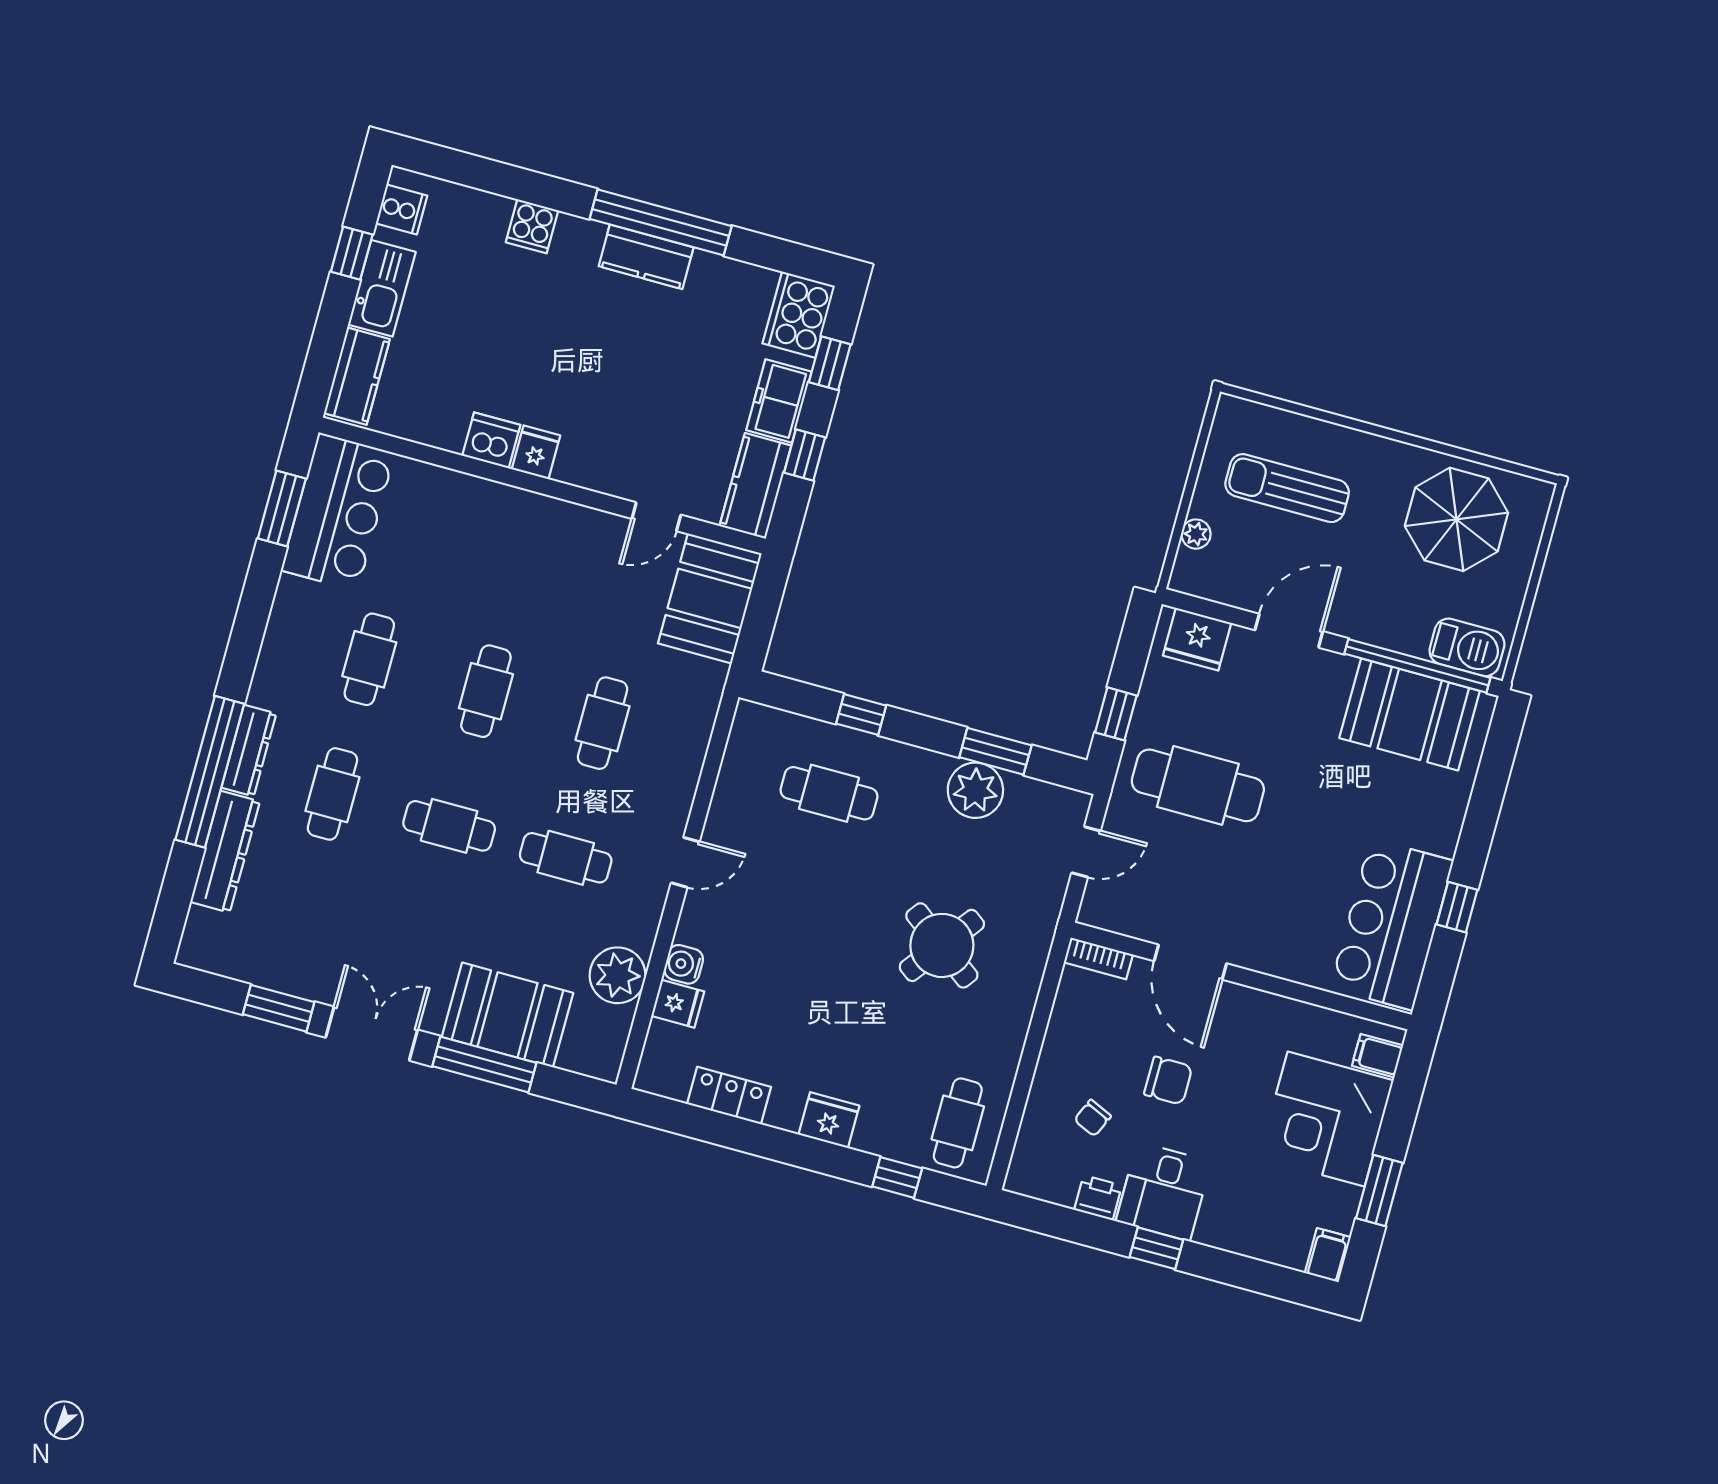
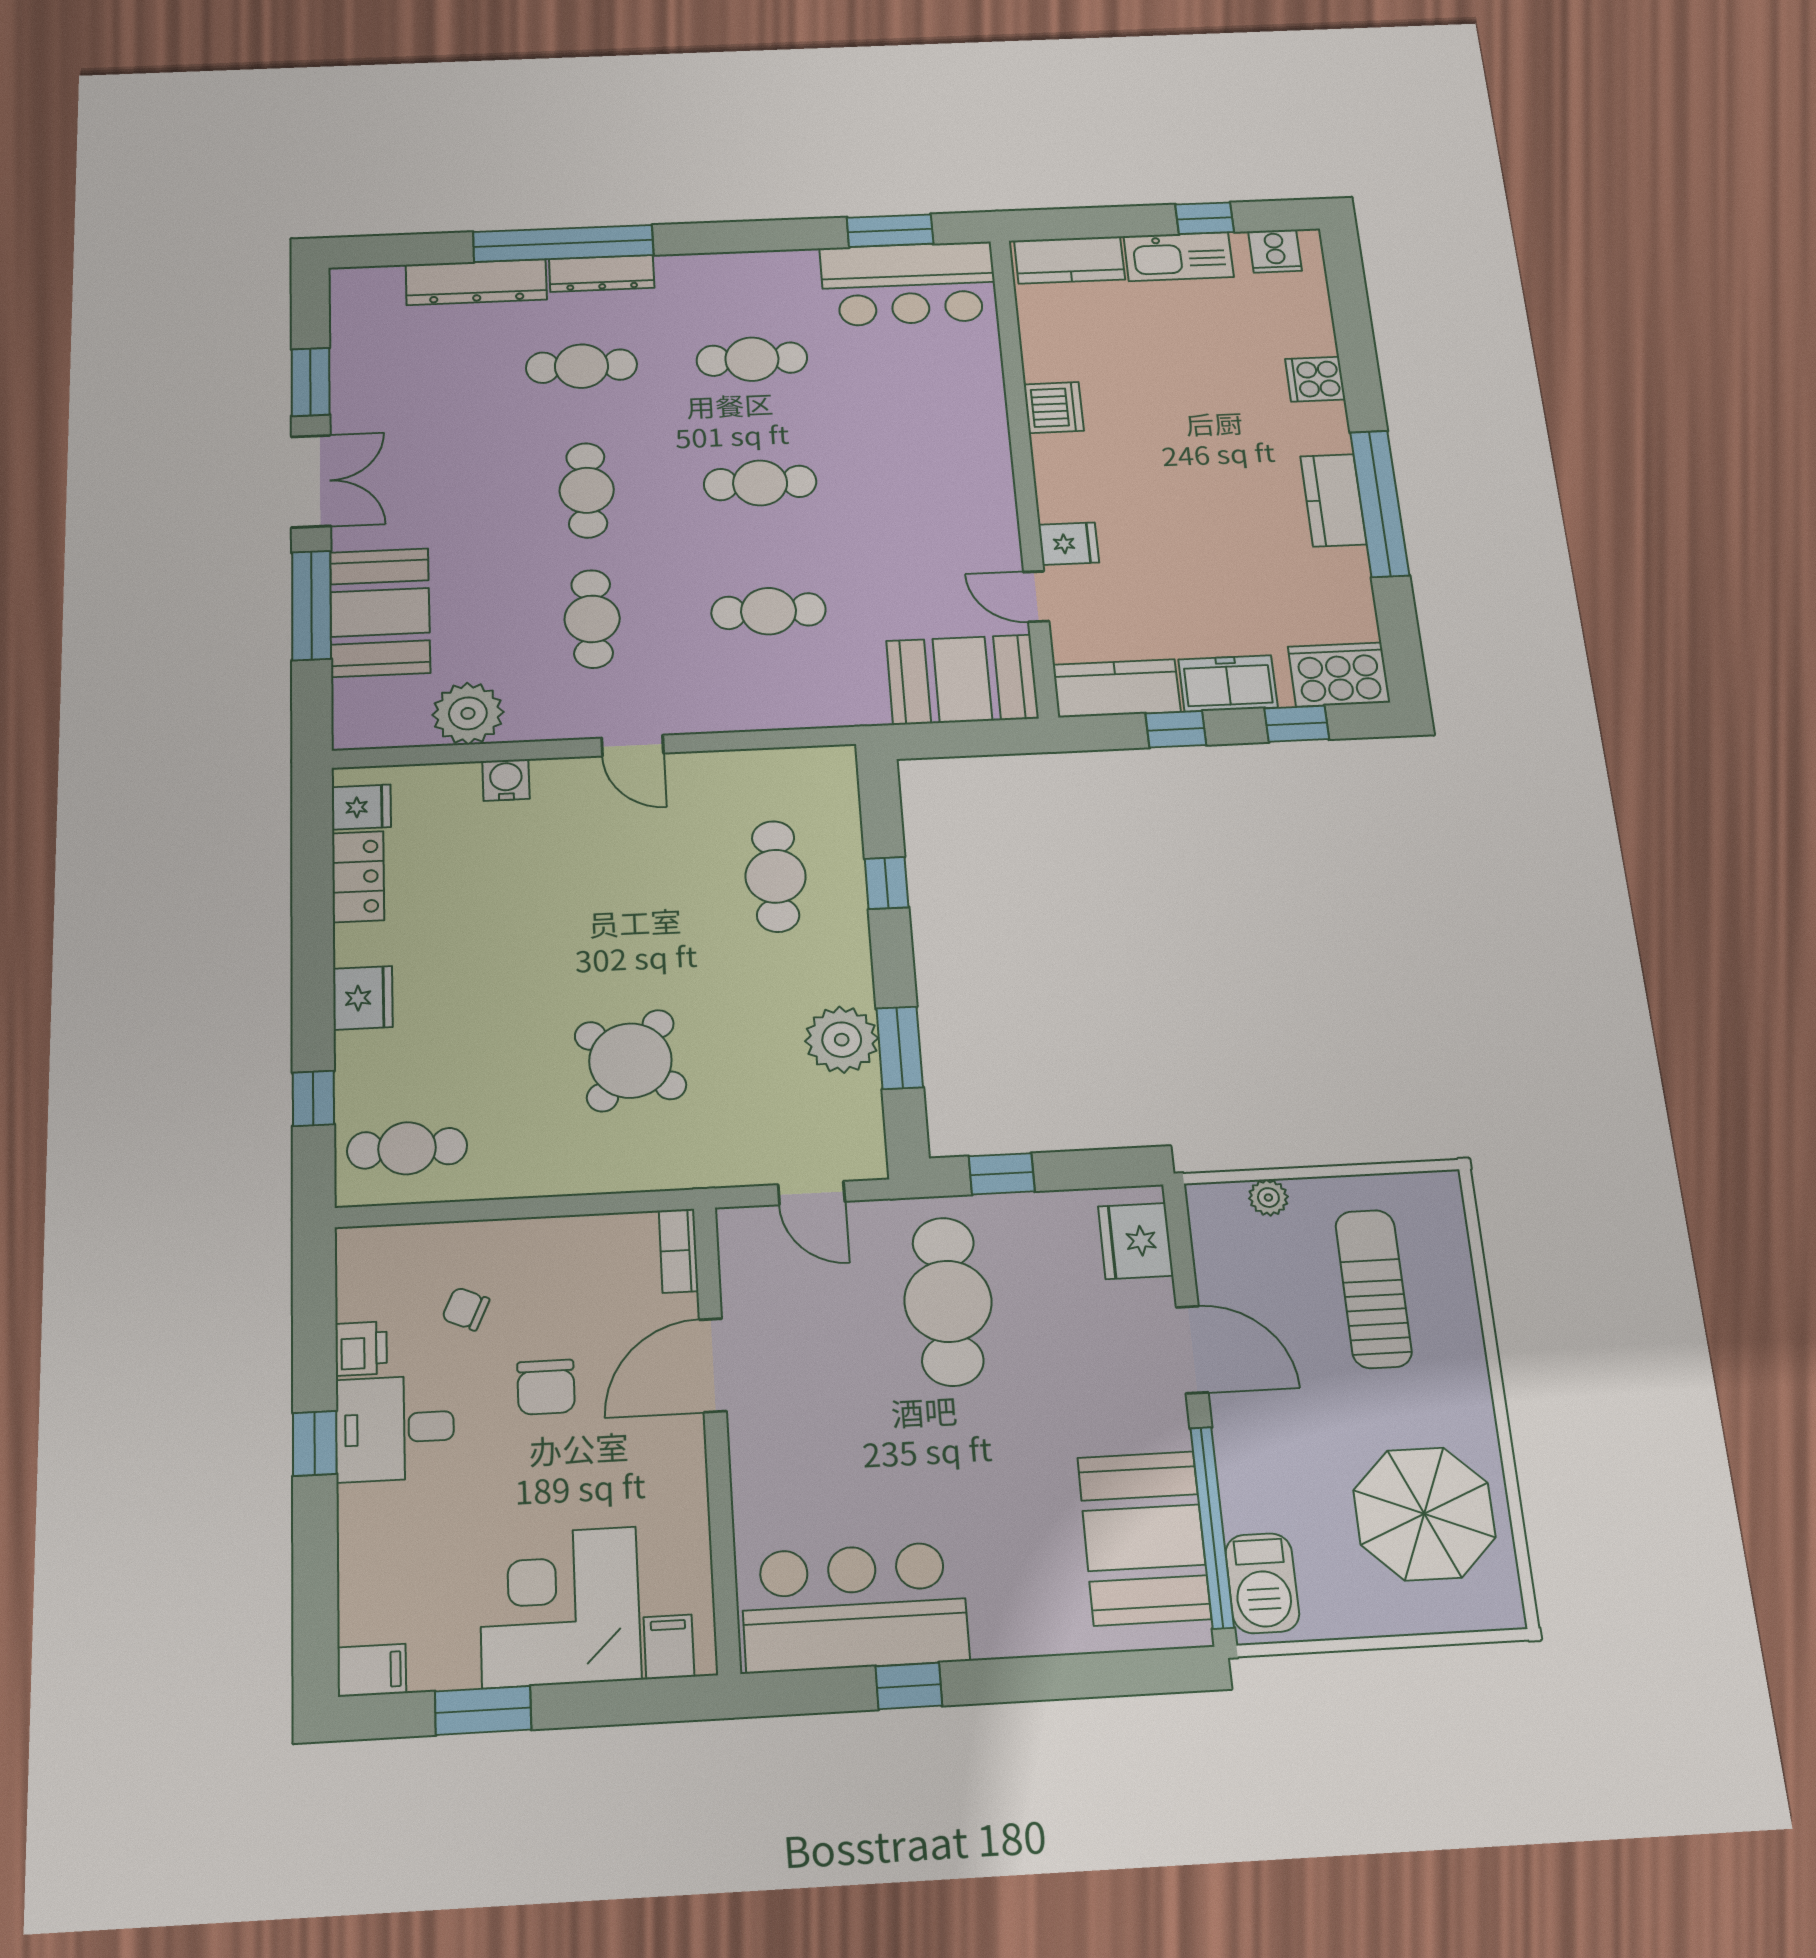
fridge: (536, 452) -> (1069, 544), moved
fridge: (678, 1004) -> (361, 807), moved, turned -90

